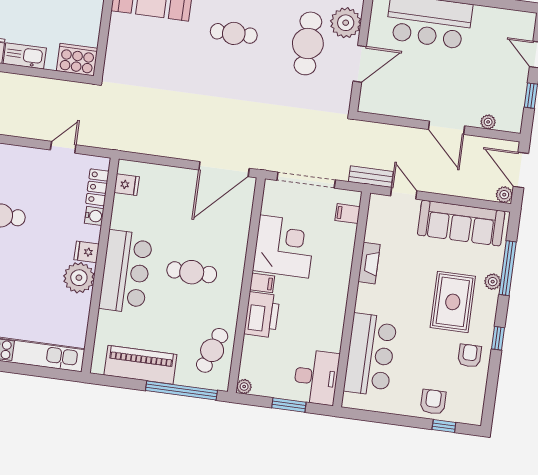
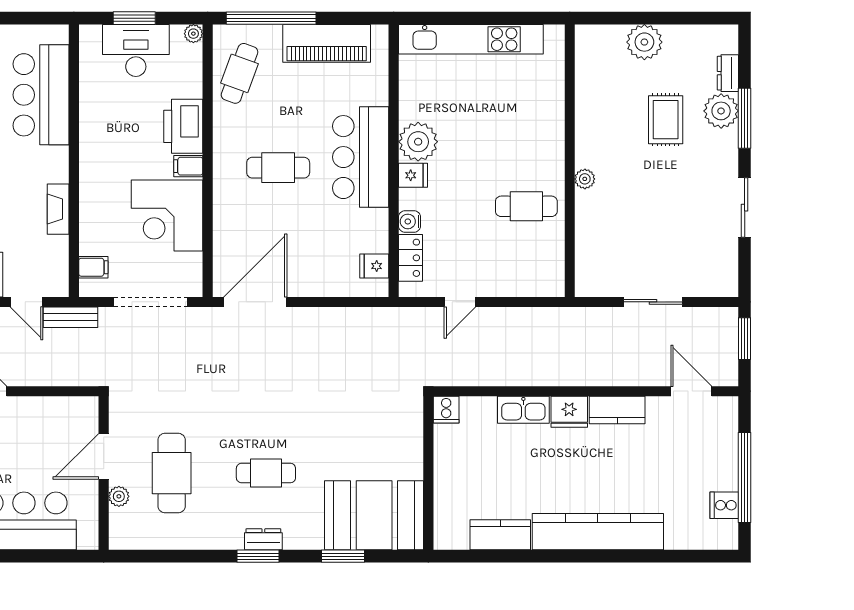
plant: (346, 23) -> (119, 496), width x0.53, depth x0.53
cooker: (77, 60) -> (446, 410), width x0.53, depth x0.76
desk: (316, 377) -> (136, 50), moved, turned 90

